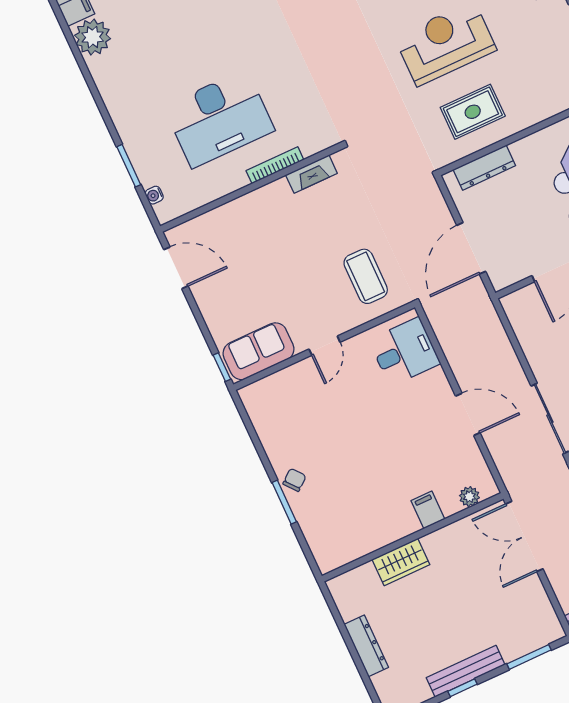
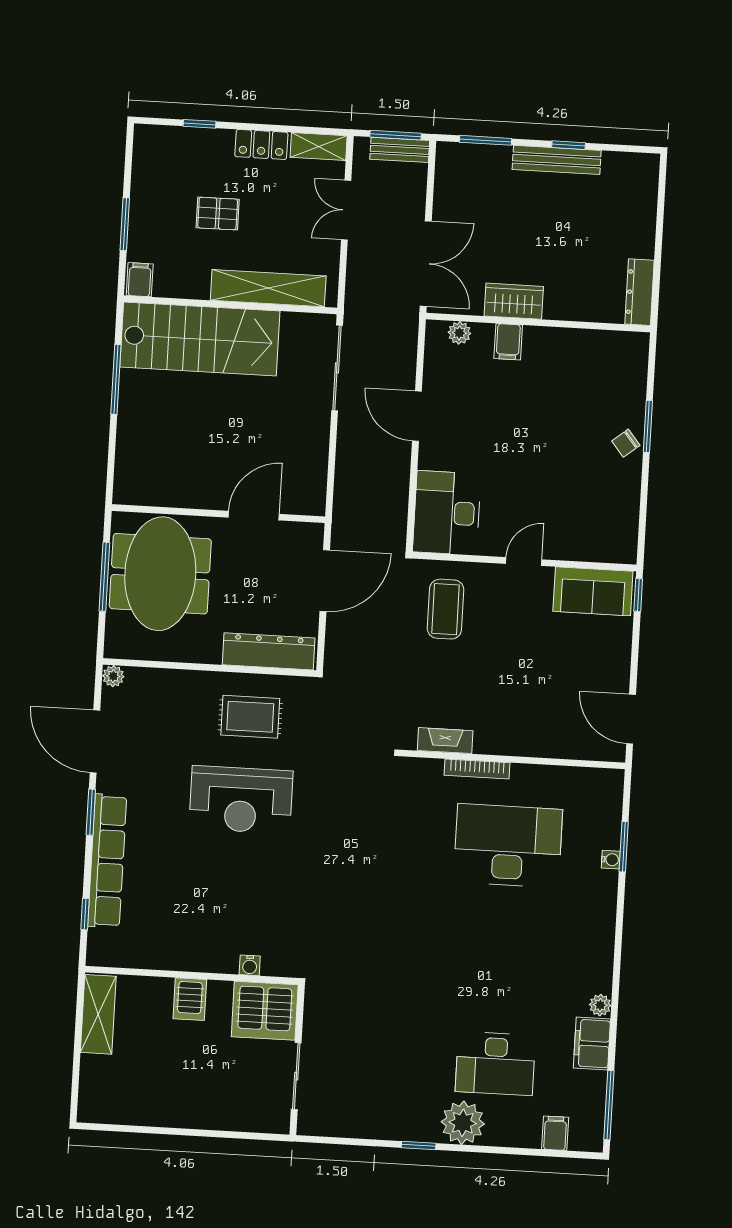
plant: (93, 37) -> (600, 1005), width x0.53, depth x0.53
dresser: (484, 168) -> (269, 651), width x1.37, depth x1.24
water cooler: (154, 195) -> (611, 860), moved
desk: (405, 352) -> (447, 513), width x1.37
wardrobe: (401, 562) -> (514, 301), moved
dresser: (366, 646) -> (640, 292), moved

